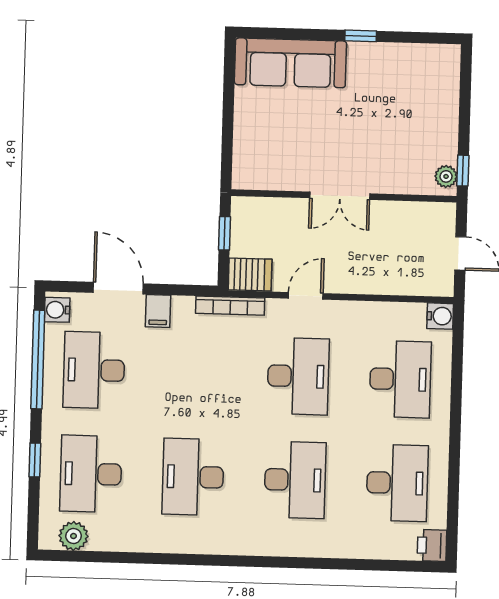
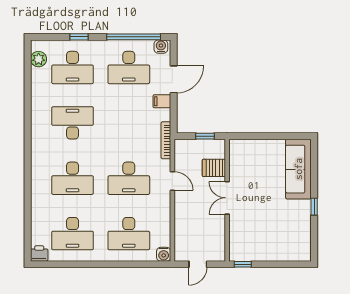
plant: (446, 176) -> (239, 255), removed
server rack: (250, 275) -> (214, 168), moved, turned 90
desk: (94, 370) -> (129, 67), turned 180
desk: (91, 474) -> (73, 67), turned 180

